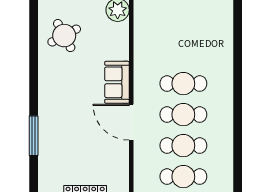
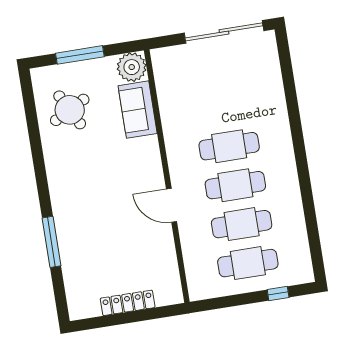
sofa: (117, 82) -> (138, 110), moved
door: (131, 122) -> (171, 205), width x0.73

